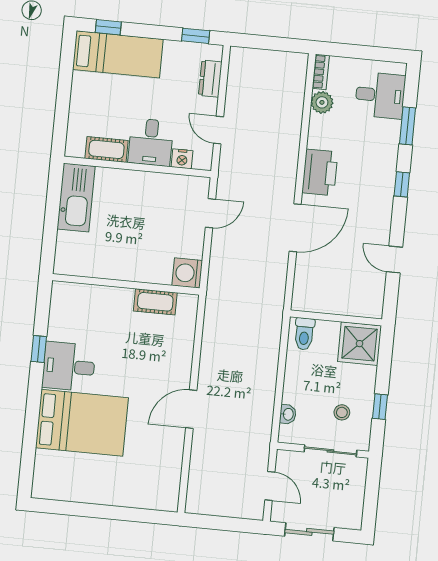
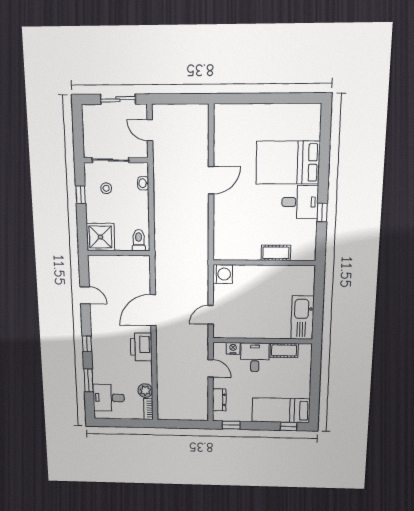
cot: (155, 302) -> (276, 253), moved

